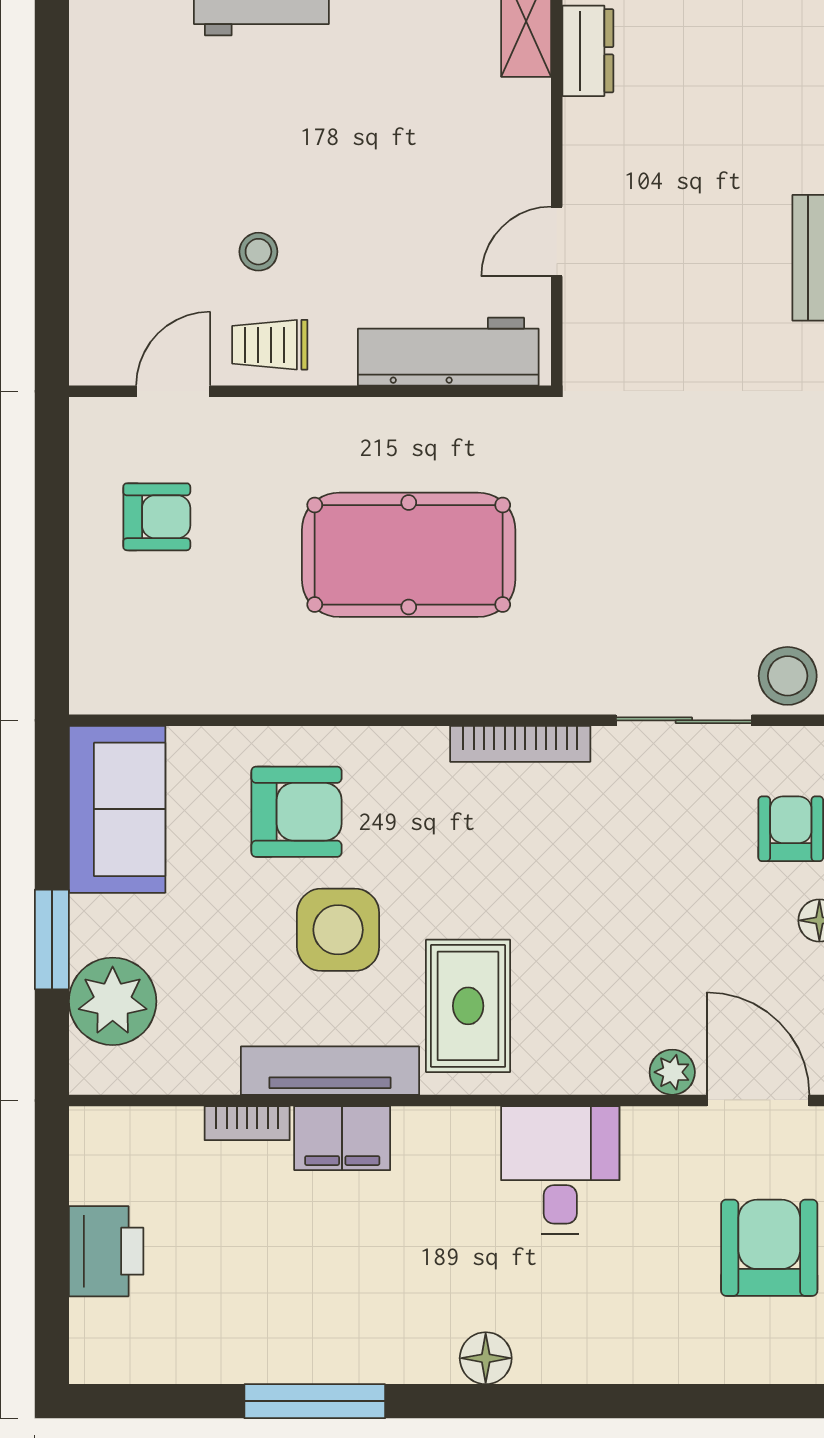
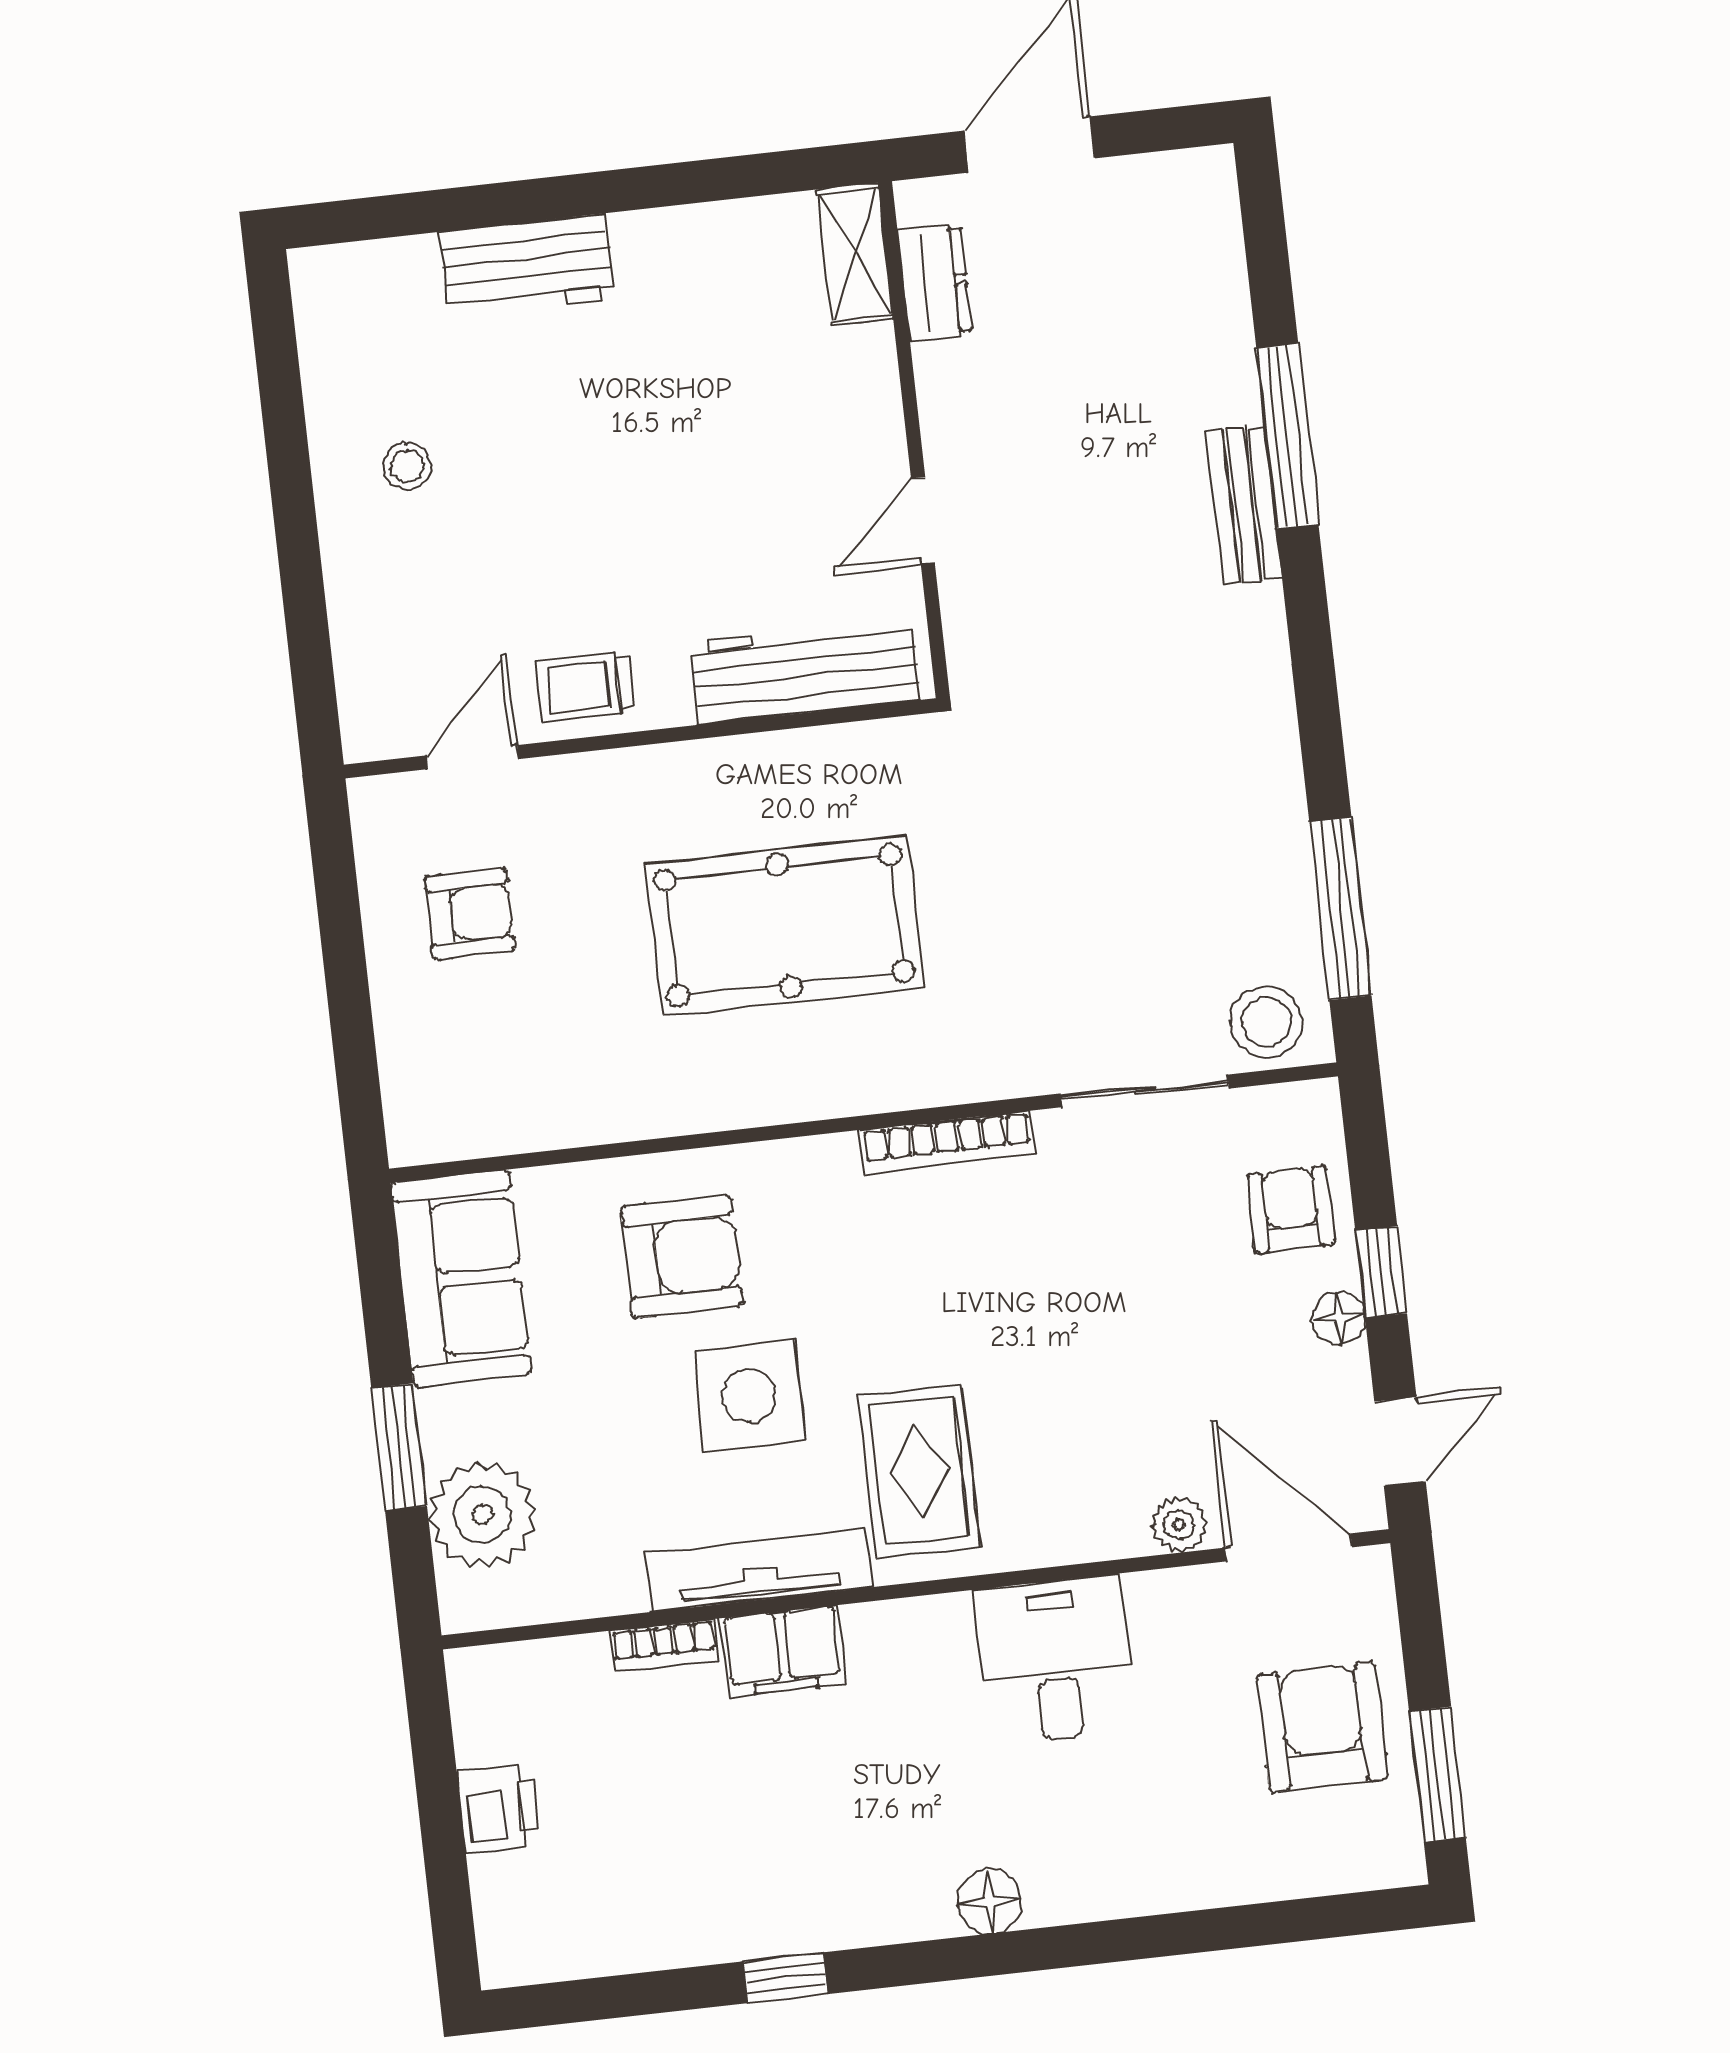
stool: (258, 252) -> (407, 466), moved
printer: (106, 1251) -> (498, 1809), width x0.73, depth x0.81
window: (315, 1401) -> (785, 1978), width x0.46

